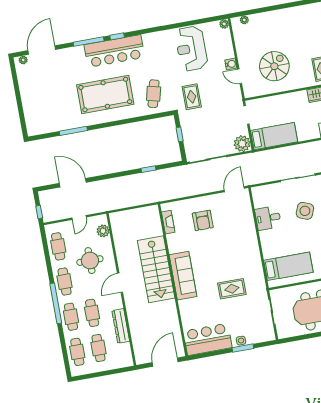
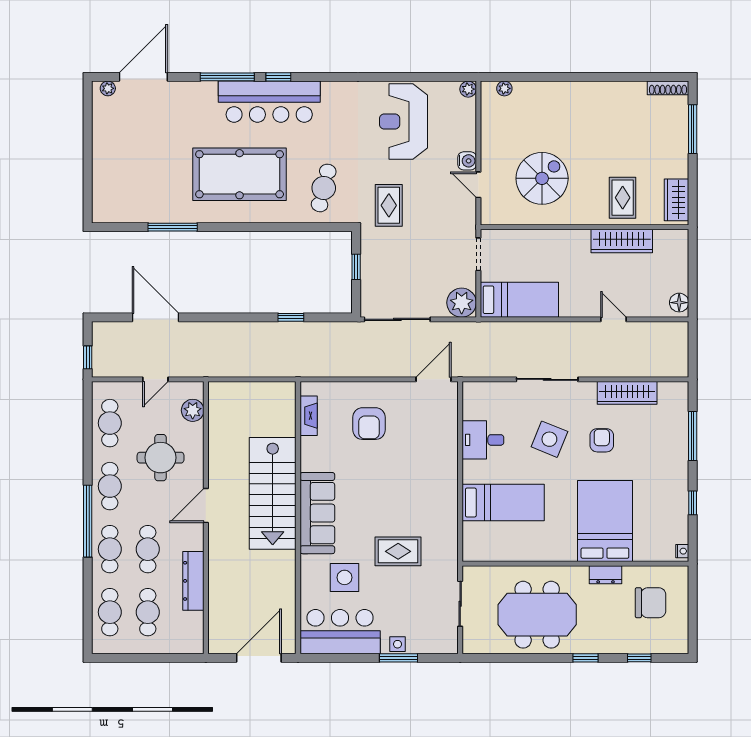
bed: (288, 266) -> (503, 502), moved
side table: (205, 309) -> (344, 577), added

